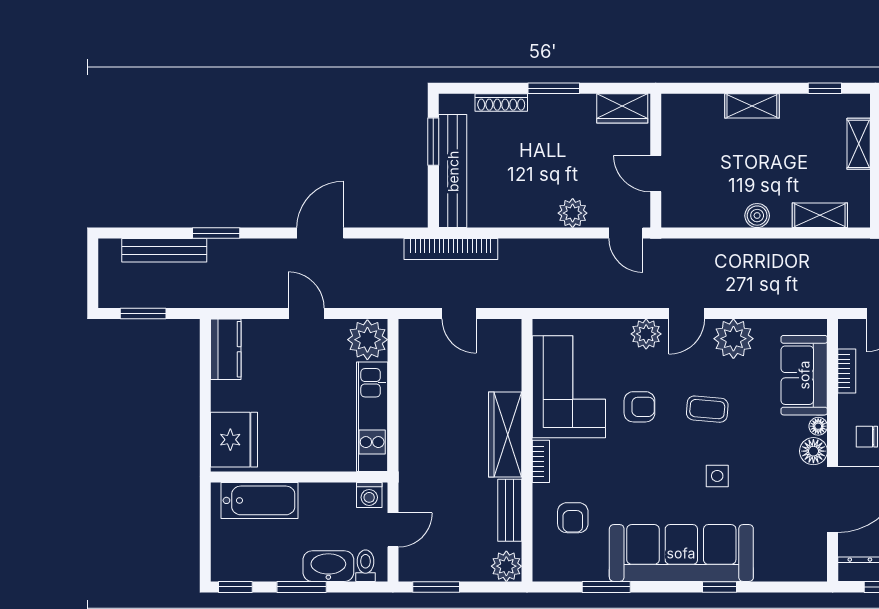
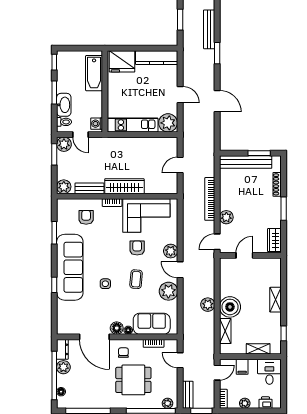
boiler: (757, 216) -> (230, 307), width x1.86, depth x1.86
bookcase: (451, 249) -> (210, 199), moved
plant: (762, 253) -> (208, 305), added
door: (306, 313) -> (180, 95), hinge flipped
kitchen counter: (226, 349) -> (157, 58), width x1.50
armchair: (639, 407) -> (137, 248), turned 180
armchair: (573, 518) -> (86, 217), turned 90
plant: (414, 566) -> (64, 144), added

